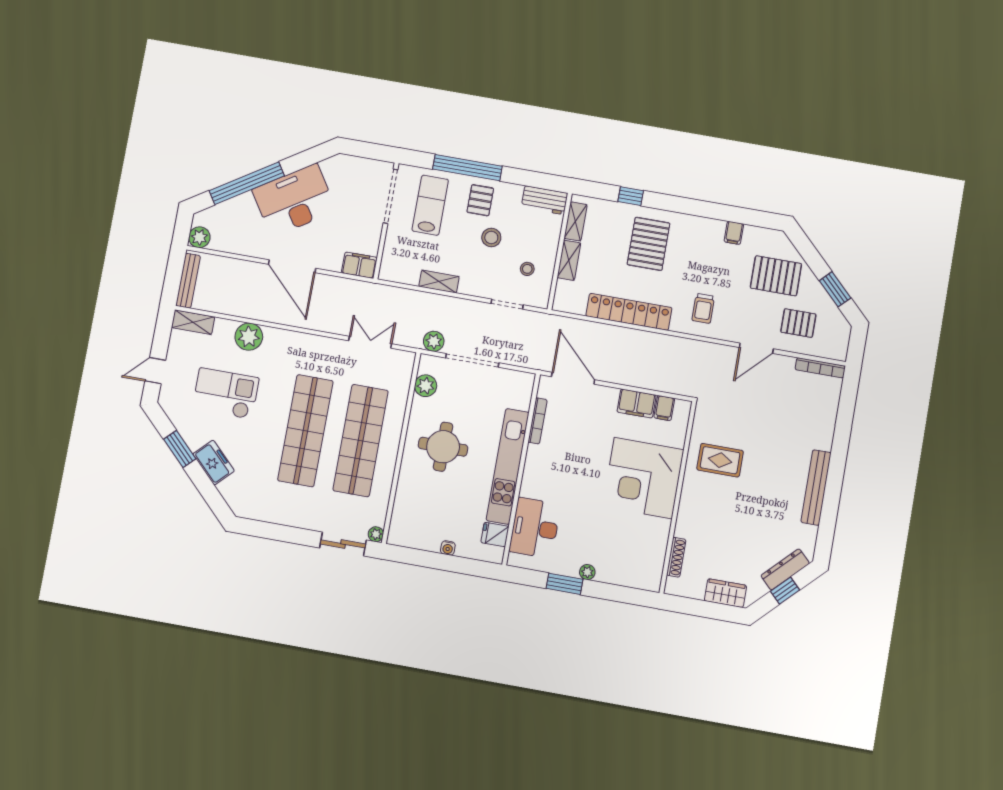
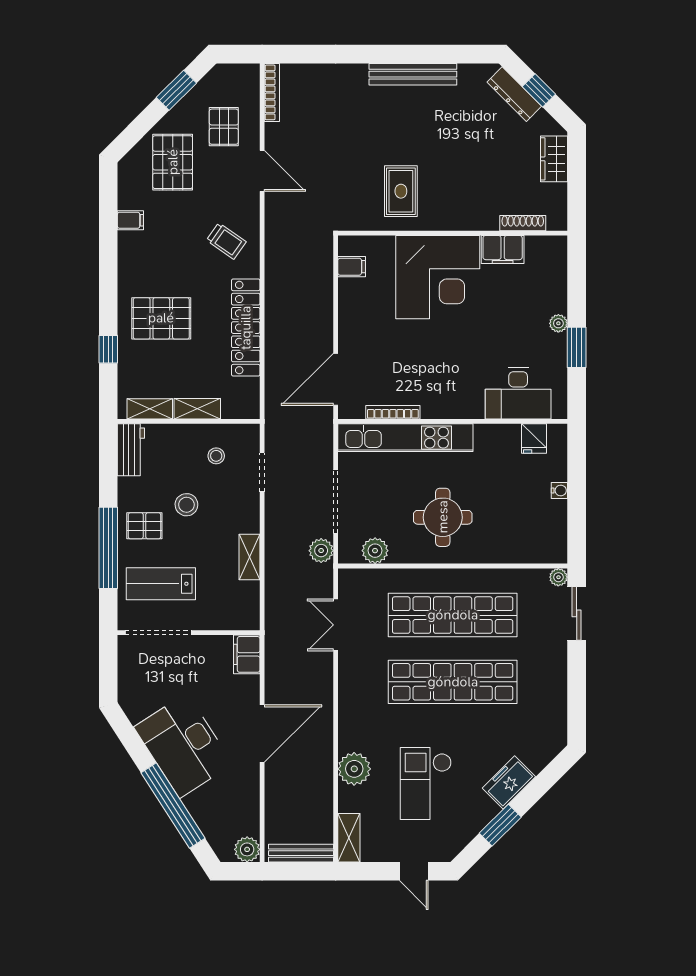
trolley: (703, 308) -> (226, 241), turned 35
filing cabinet: (637, 404) -> (503, 250), moved, turned 90
kitchen unit: (508, 466) -> (405, 438), moved

